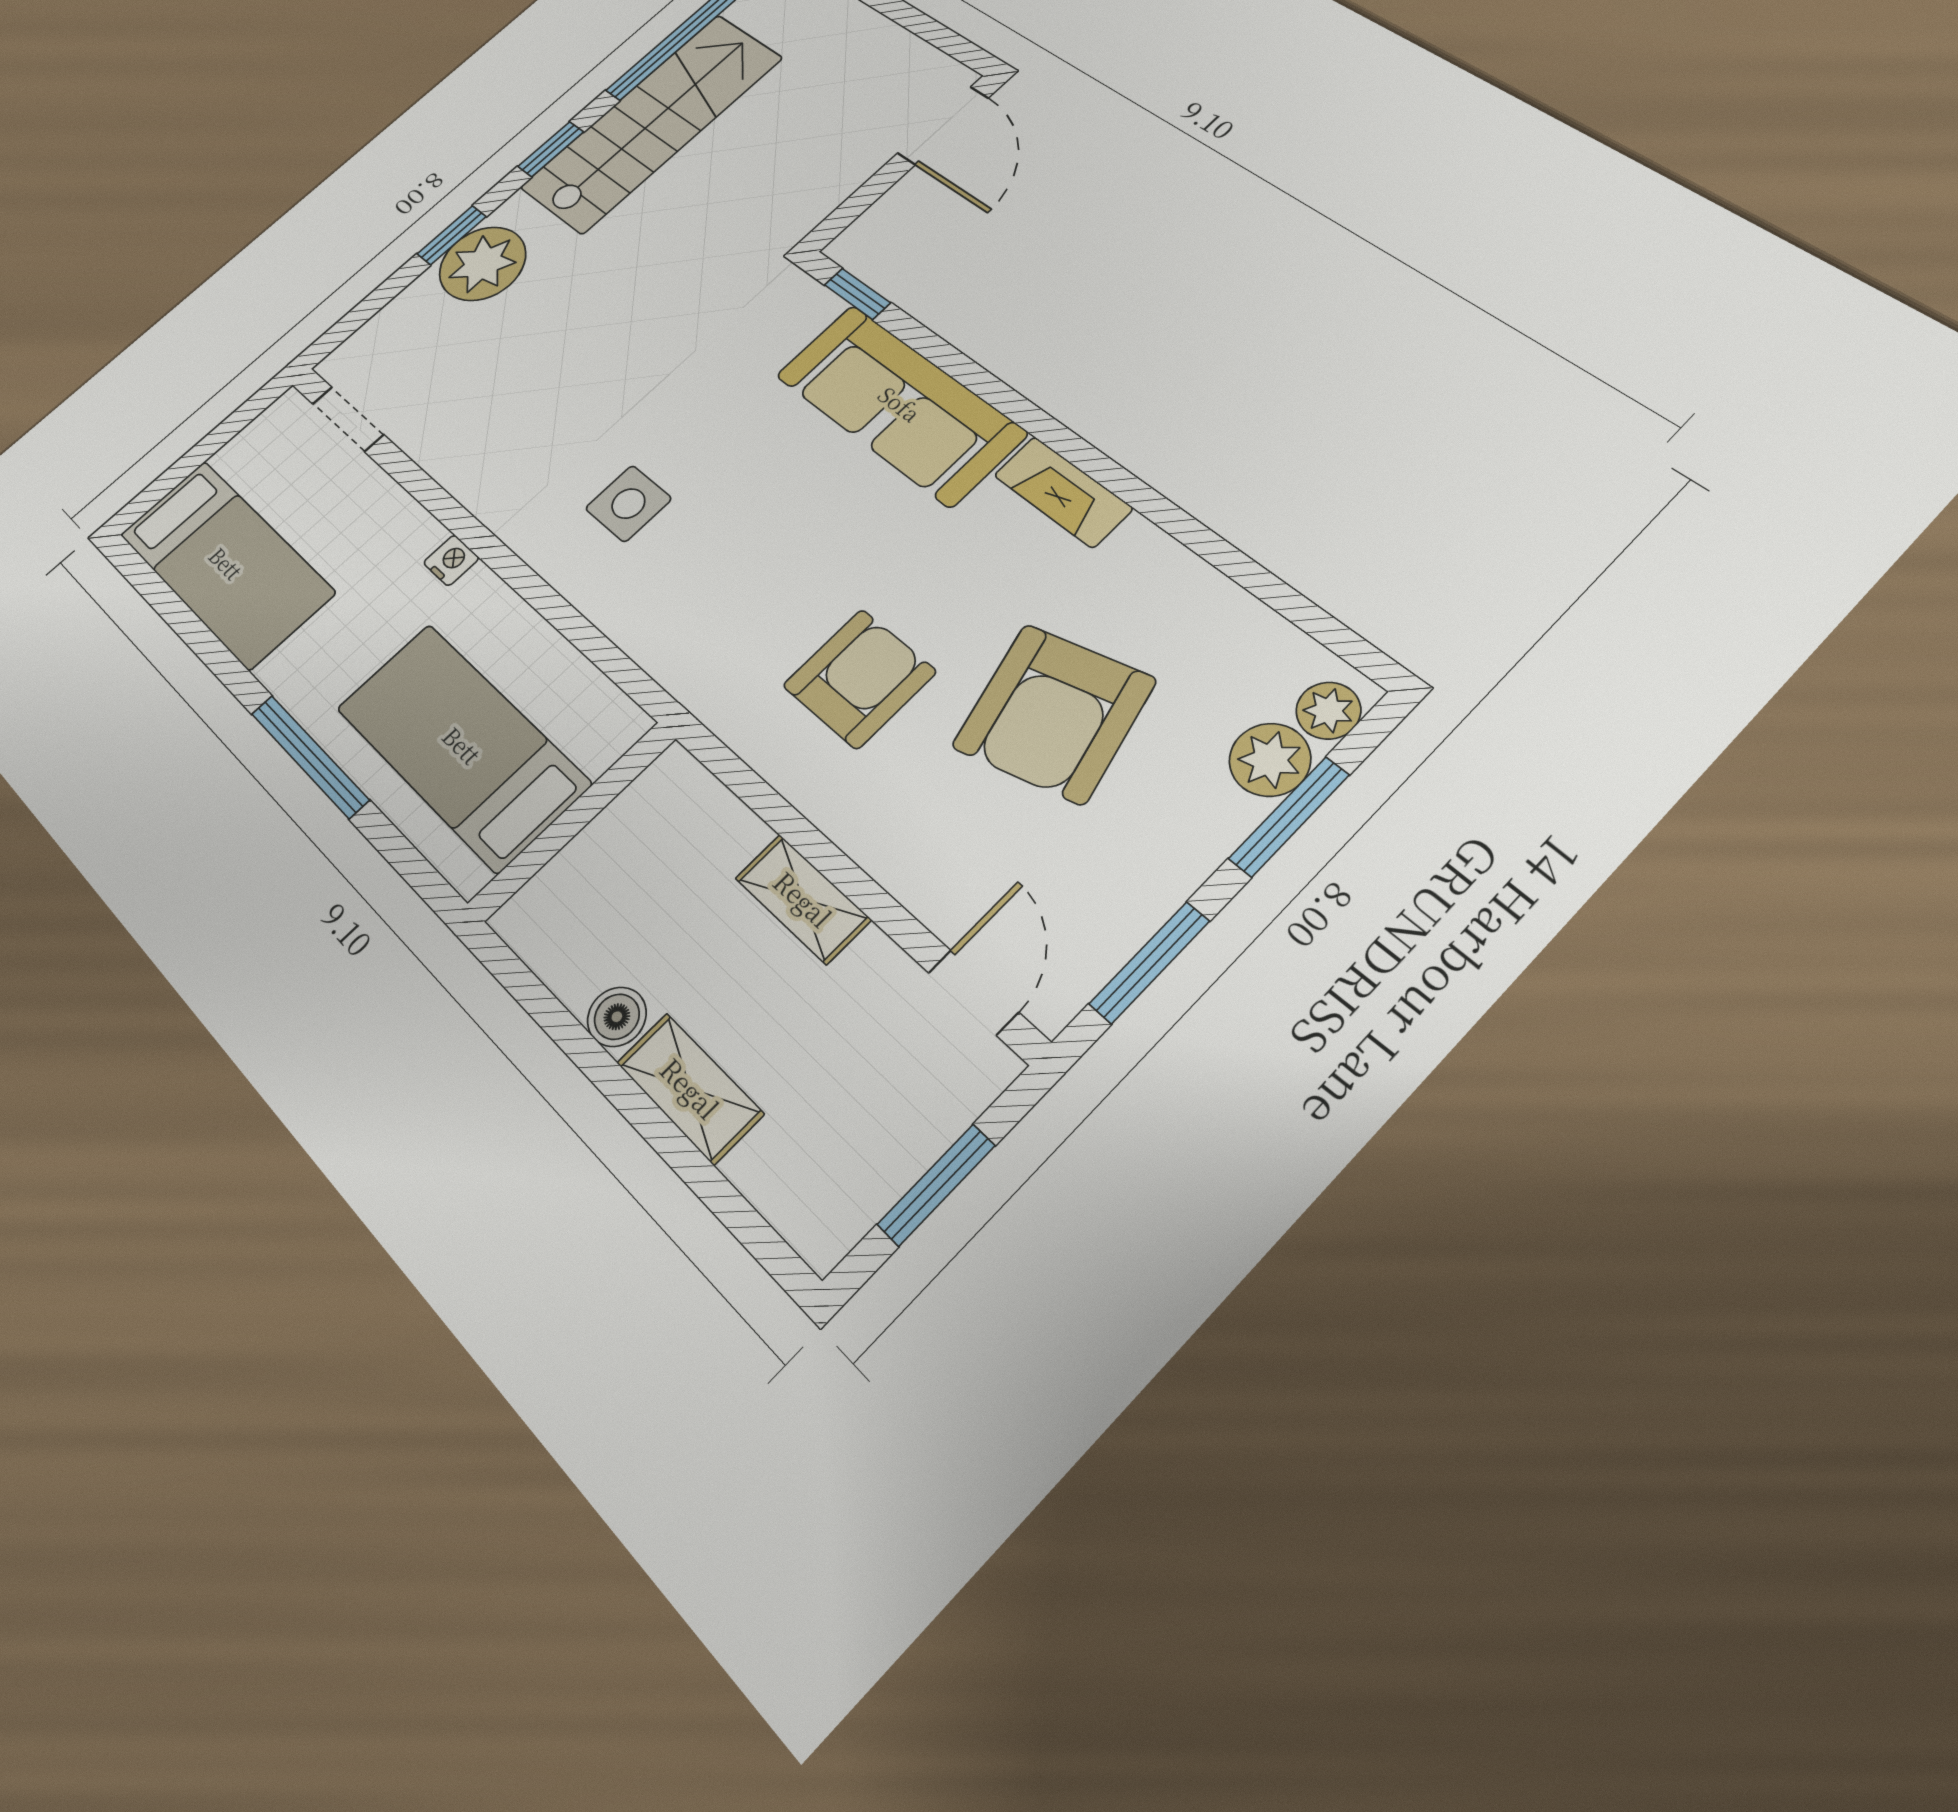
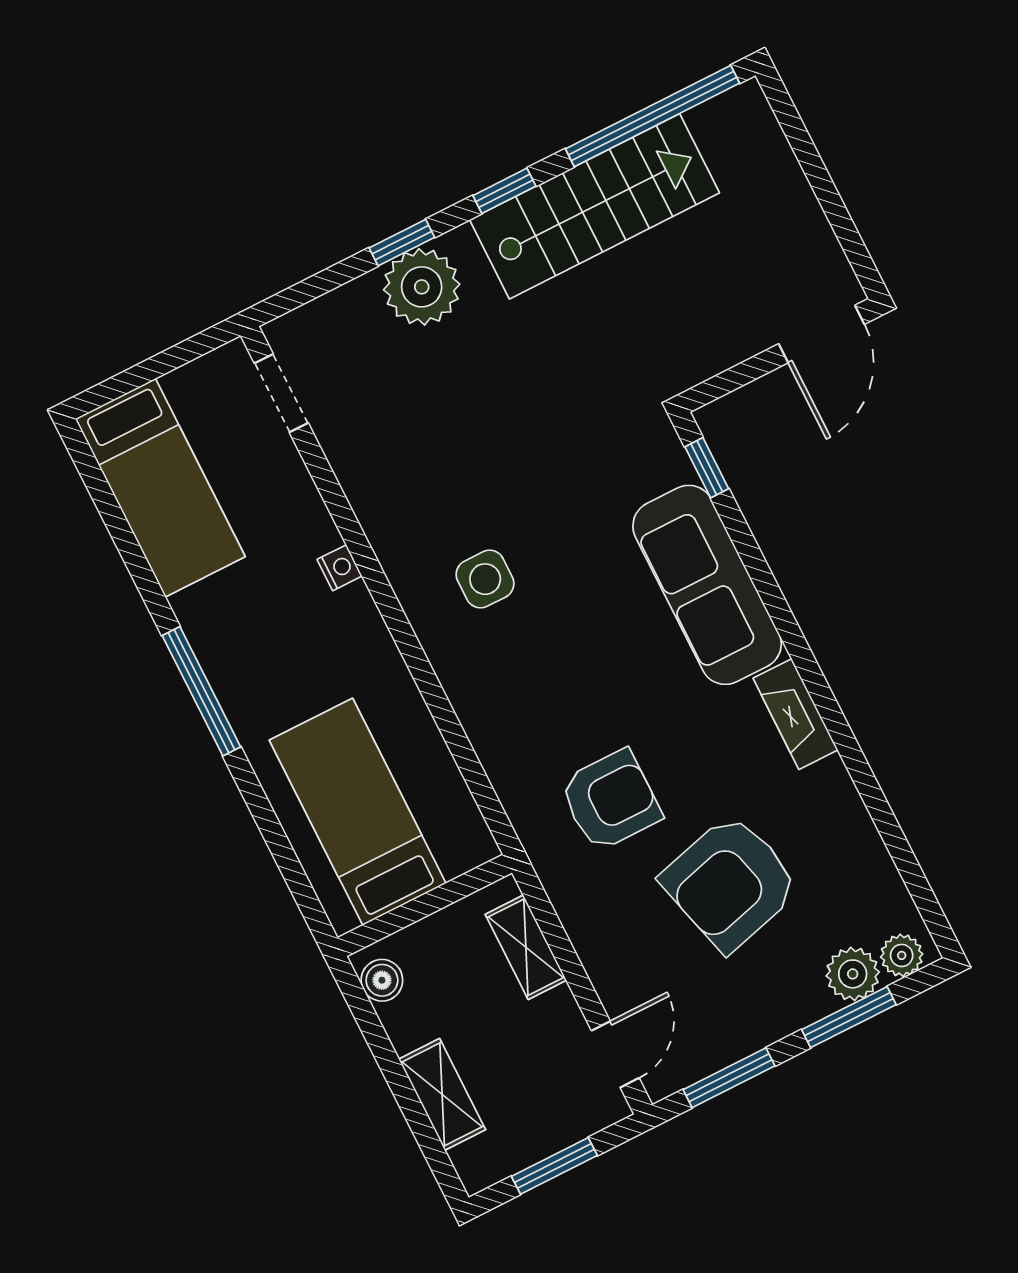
bed: (462, 745) -> (358, 812), moved
wall: (572, 821) -> (425, 905), moved
shelving: (690, 1088) -> (442, 1094), moved

